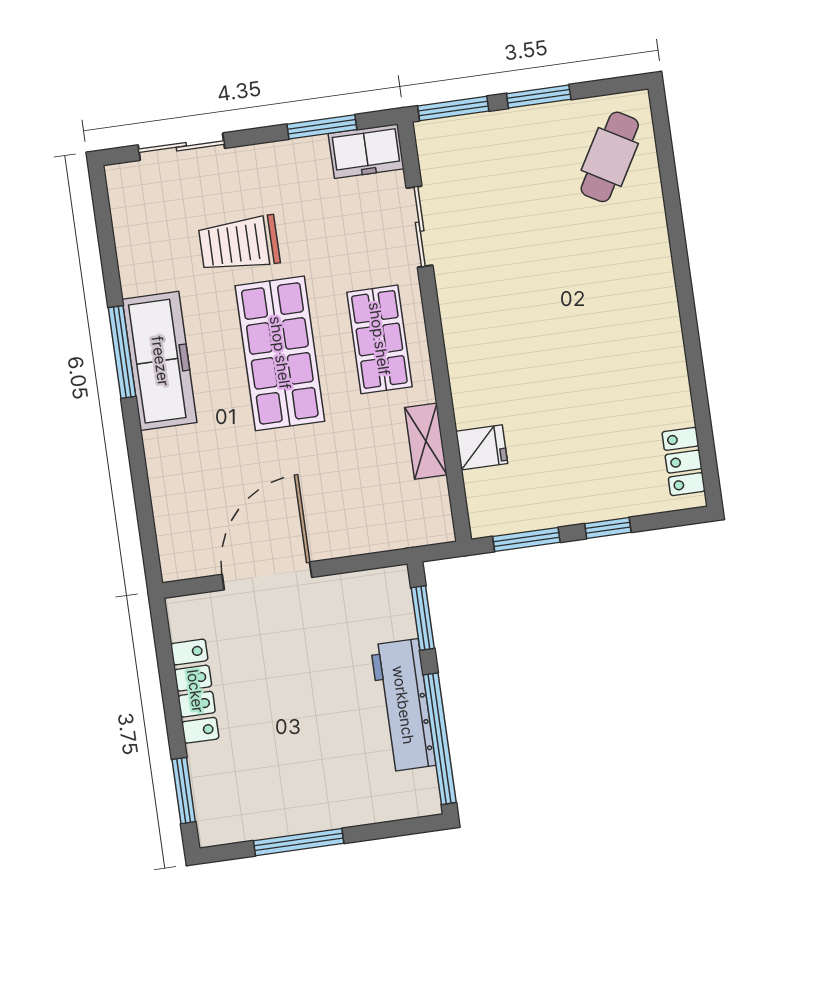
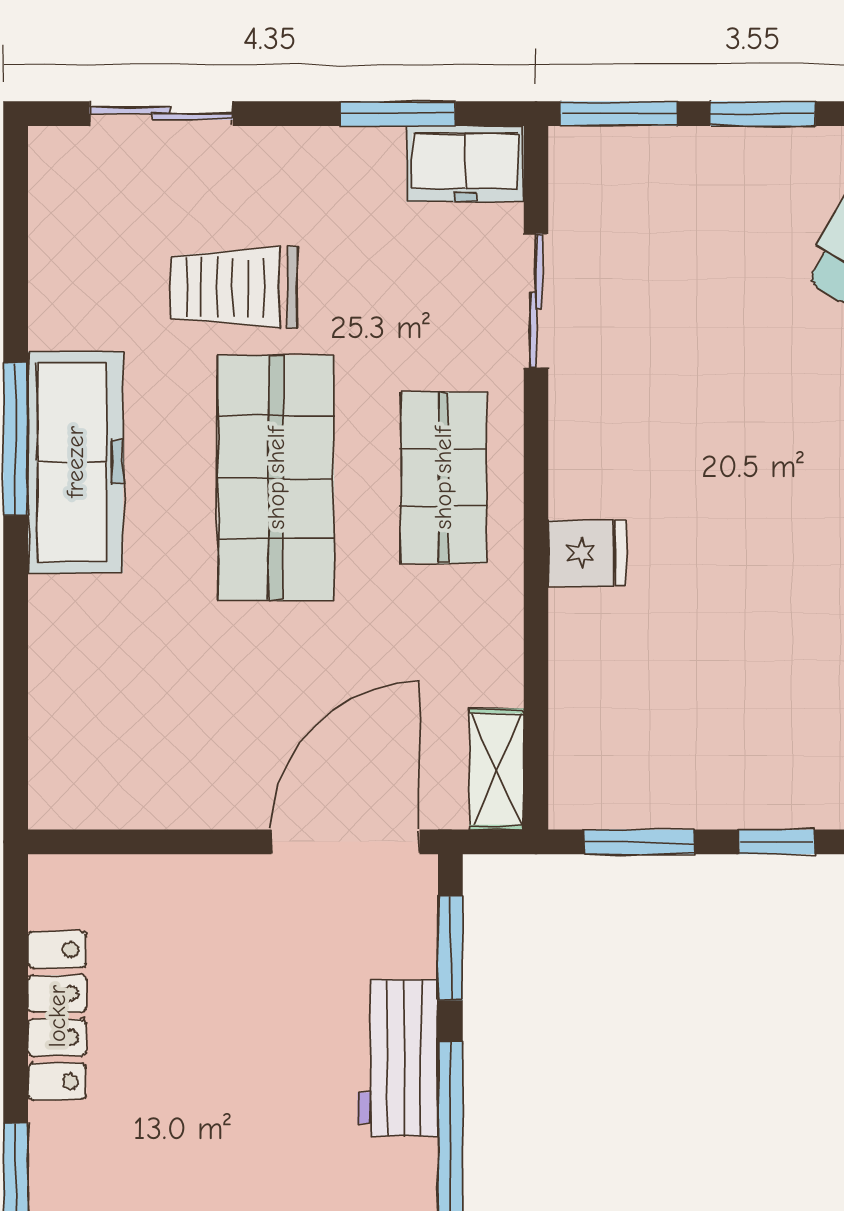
shelving: (426, 441) -> (497, 769), moved
fridge: (482, 447) -> (587, 553), moved
door: (267, 576) -> (346, 842), moved
workbench: (403, 705) -> (398, 1058), width x0.73

